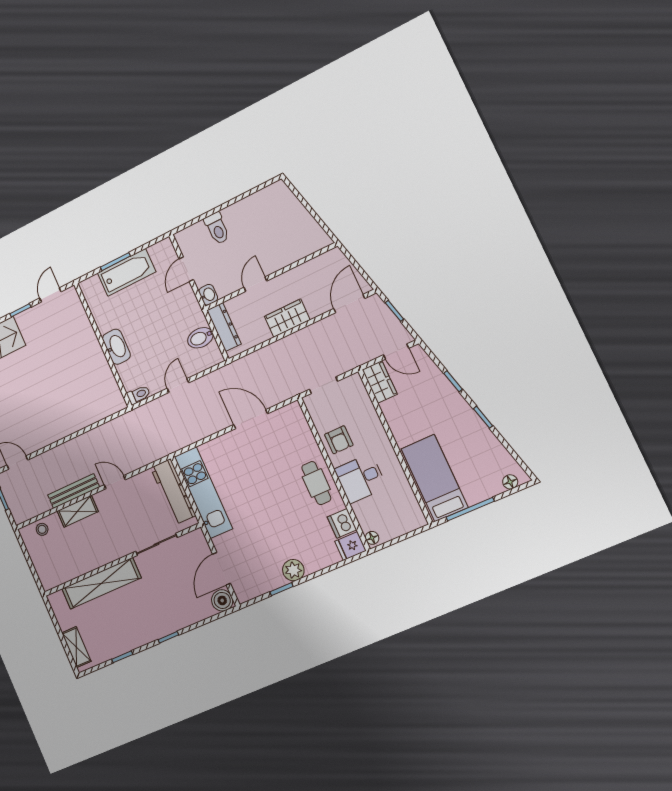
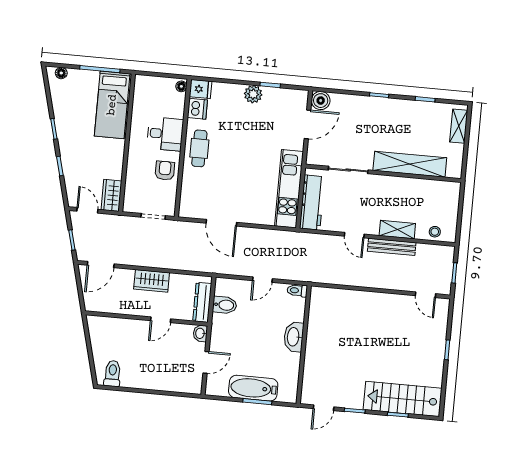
toilet: (217, 228) -> (112, 373), moved

